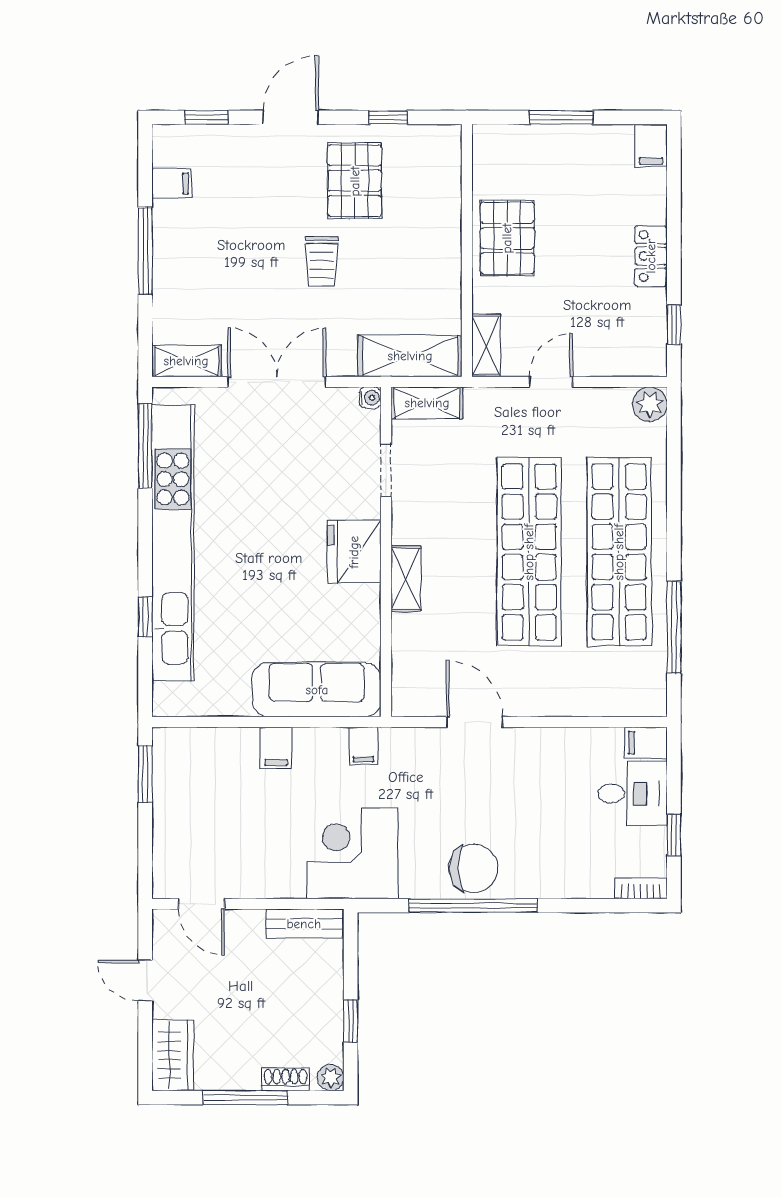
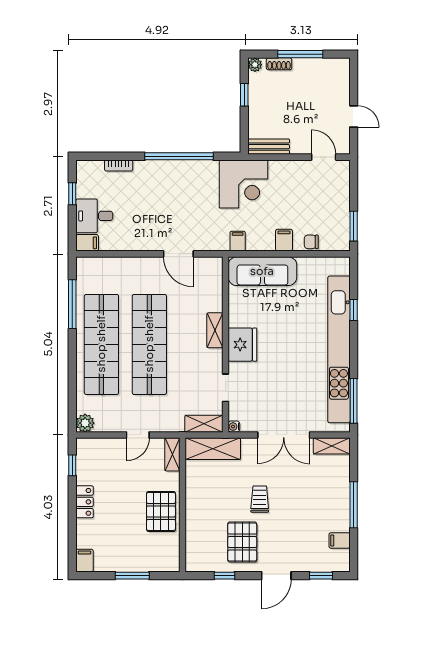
chair: (473, 868) -> (311, 242), moved, width x0.54, depth x0.54
bookcase: (641, 888) -> (119, 165), moved
wardrobe: (173, 1055) -> (339, 77), removed

